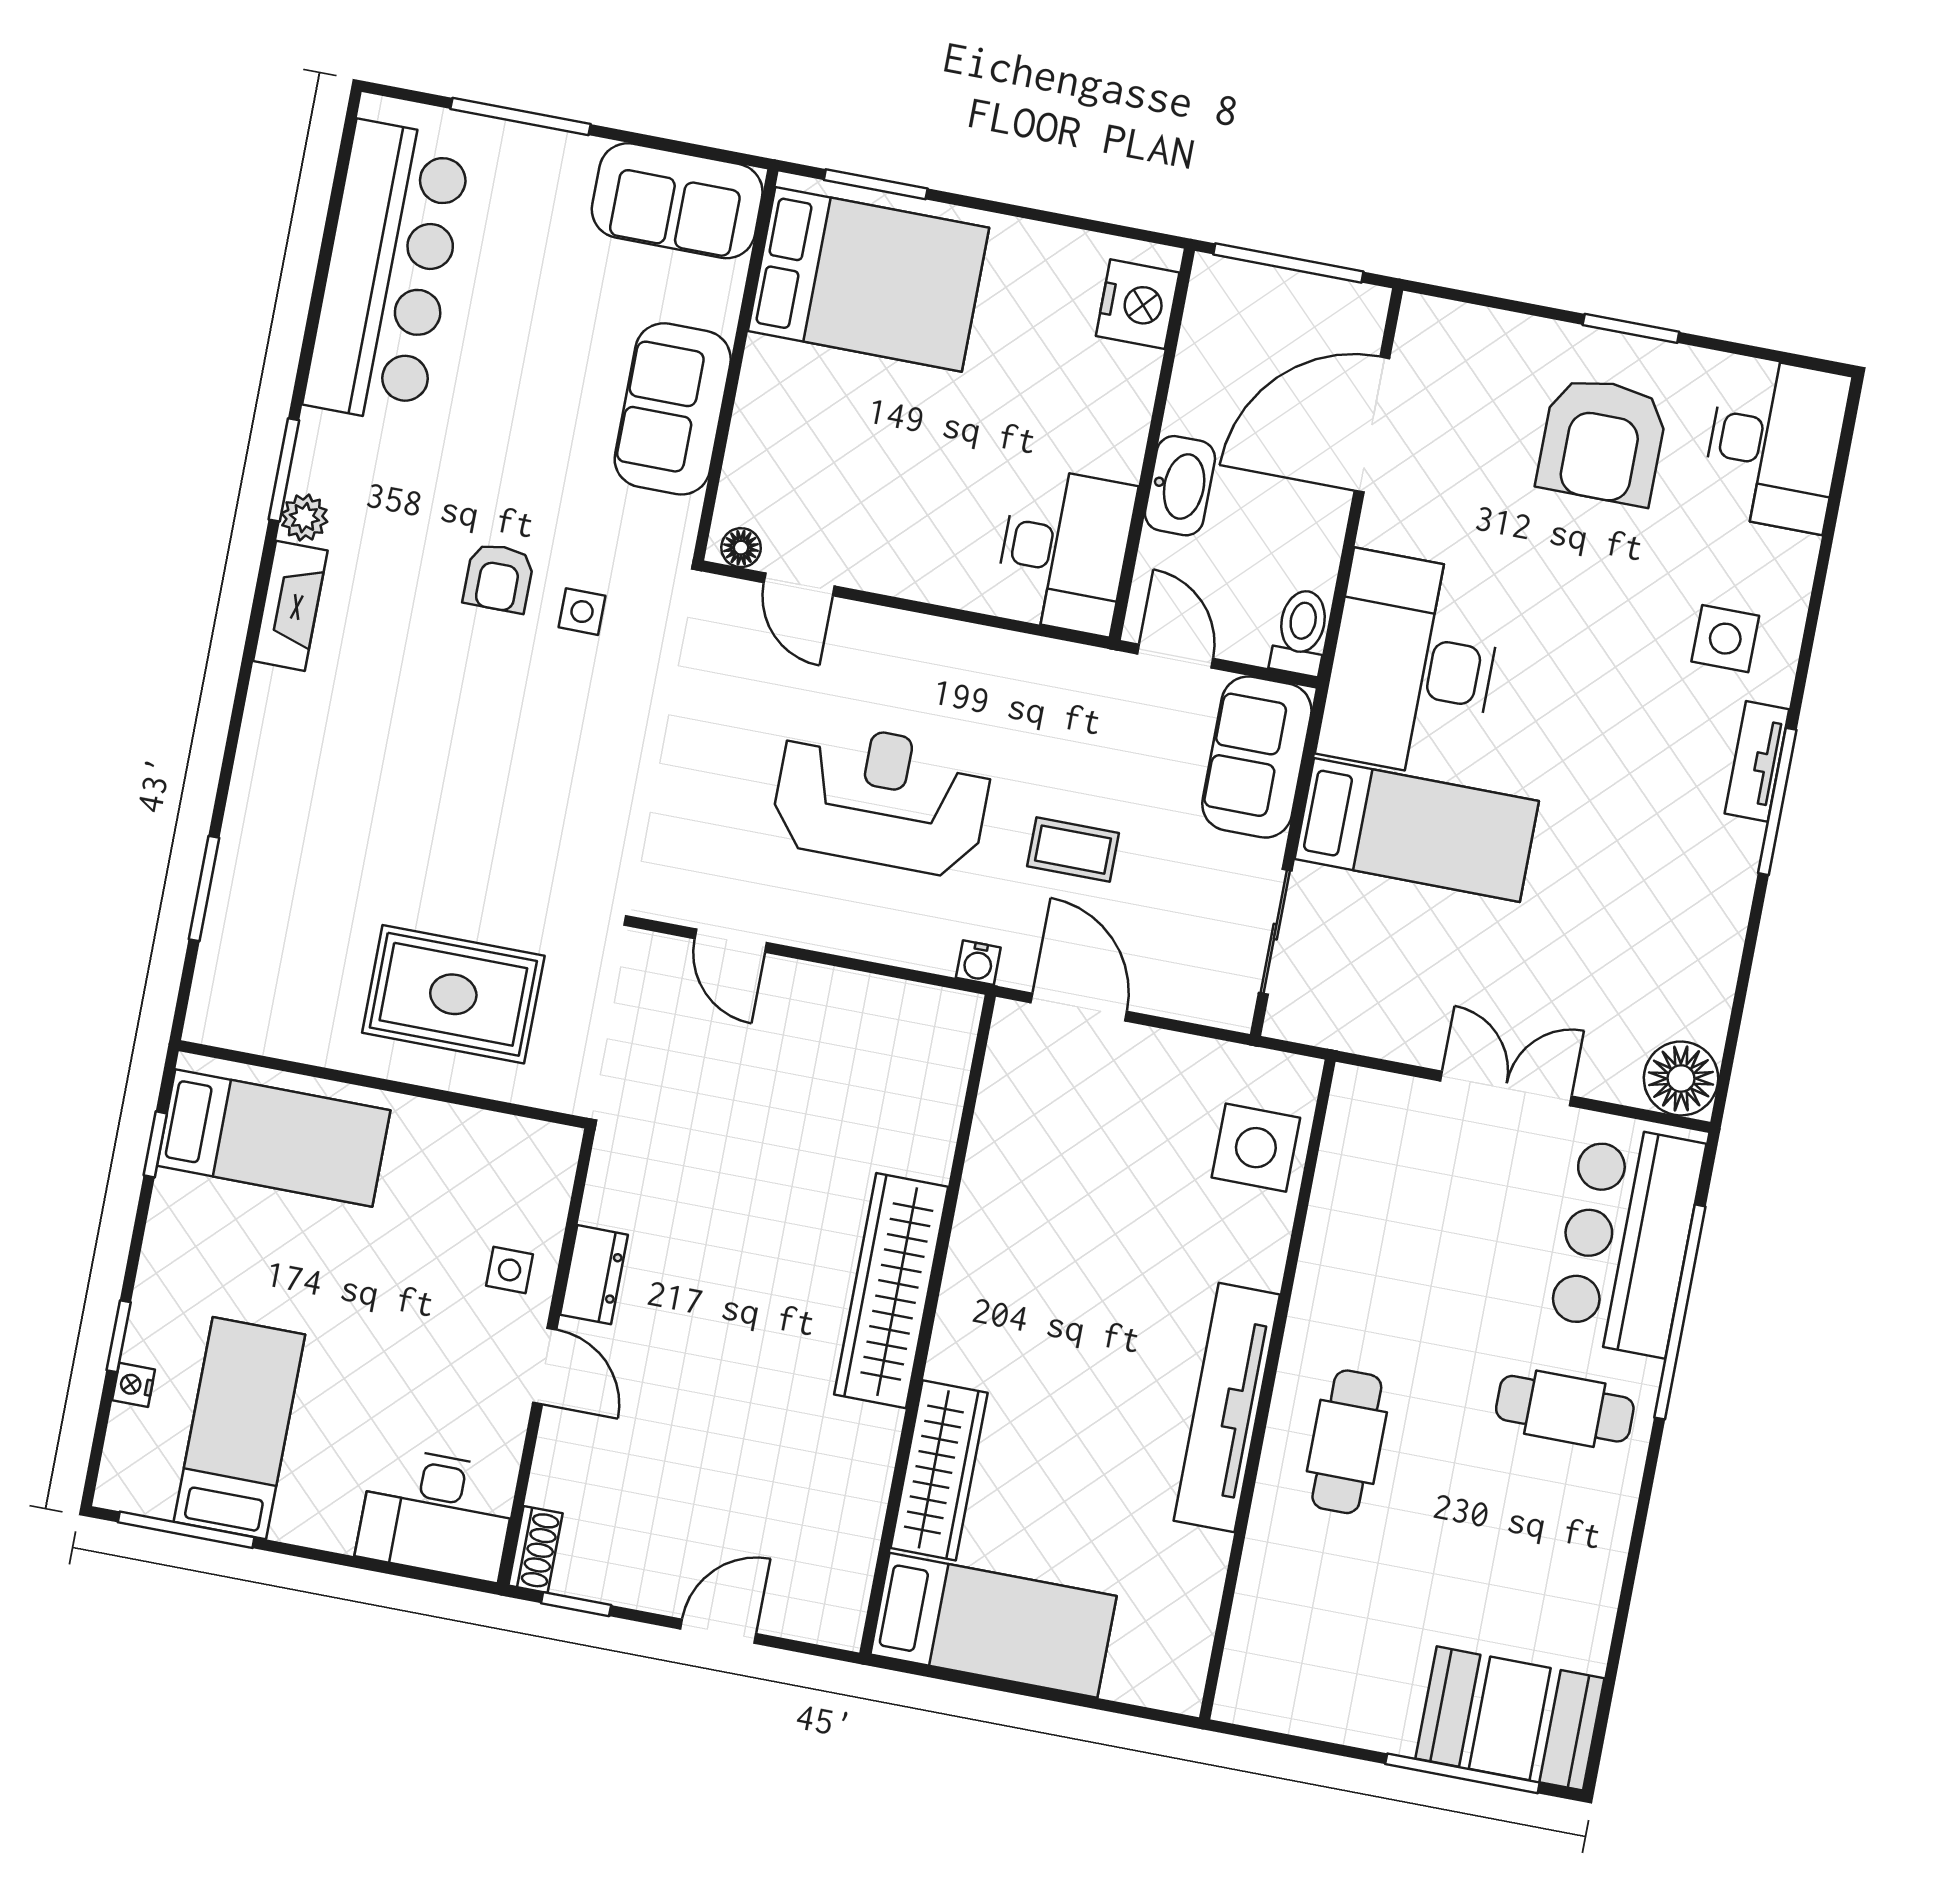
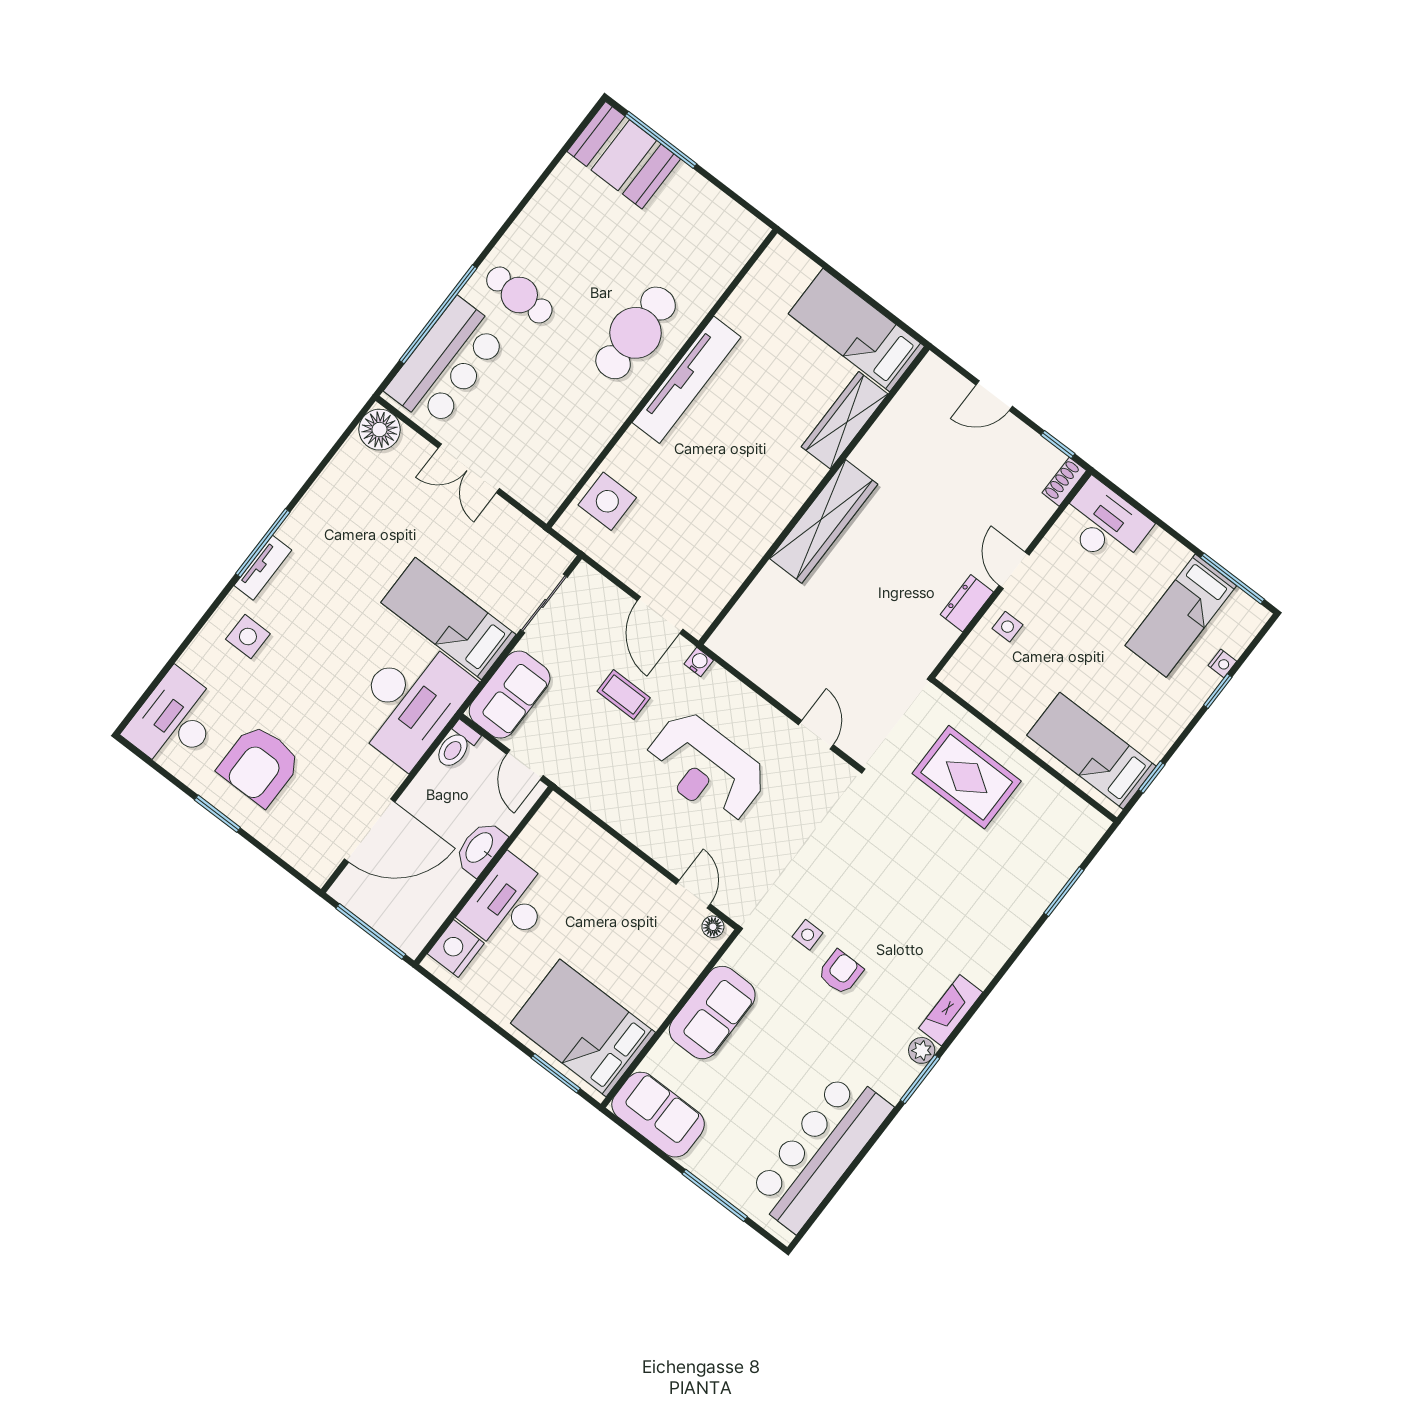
armchair: (1602, 441) -> (260, 765), turned 180
desk: (1065, 551) -> (508, 904), moved
cafe table: (1347, 1442) -> (636, 333), width x1.37, depth x1.35

